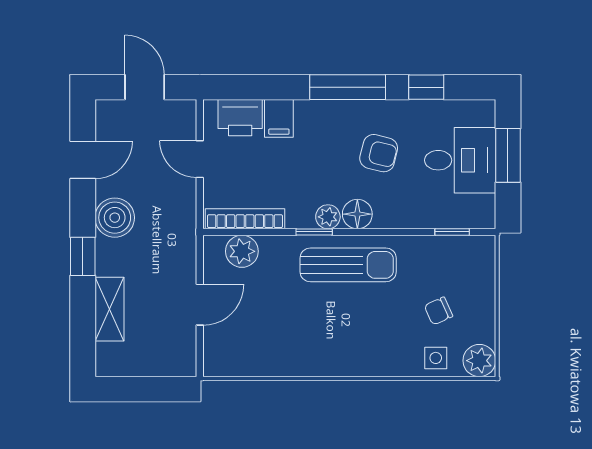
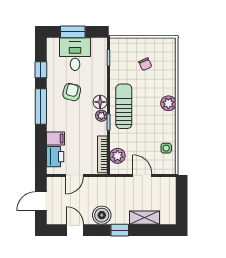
side table: (436, 358) -> (166, 148), moved
plant: (479, 361) -> (168, 103), moved

